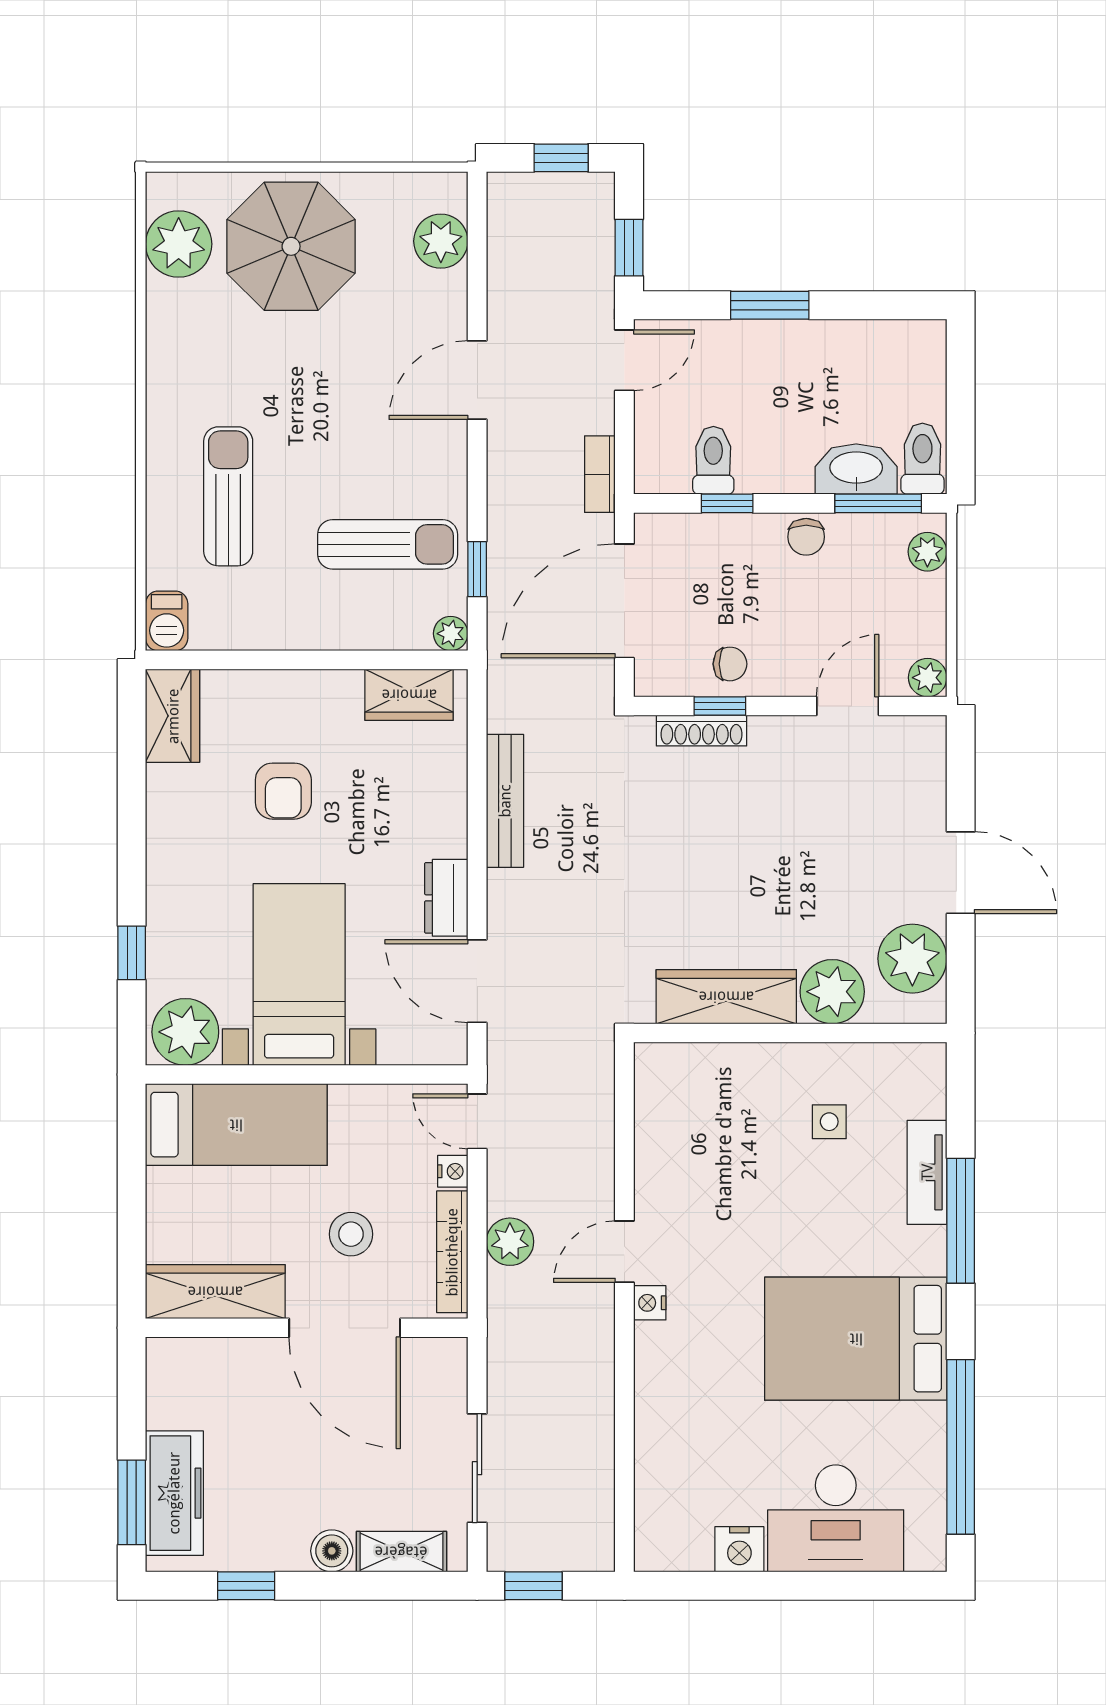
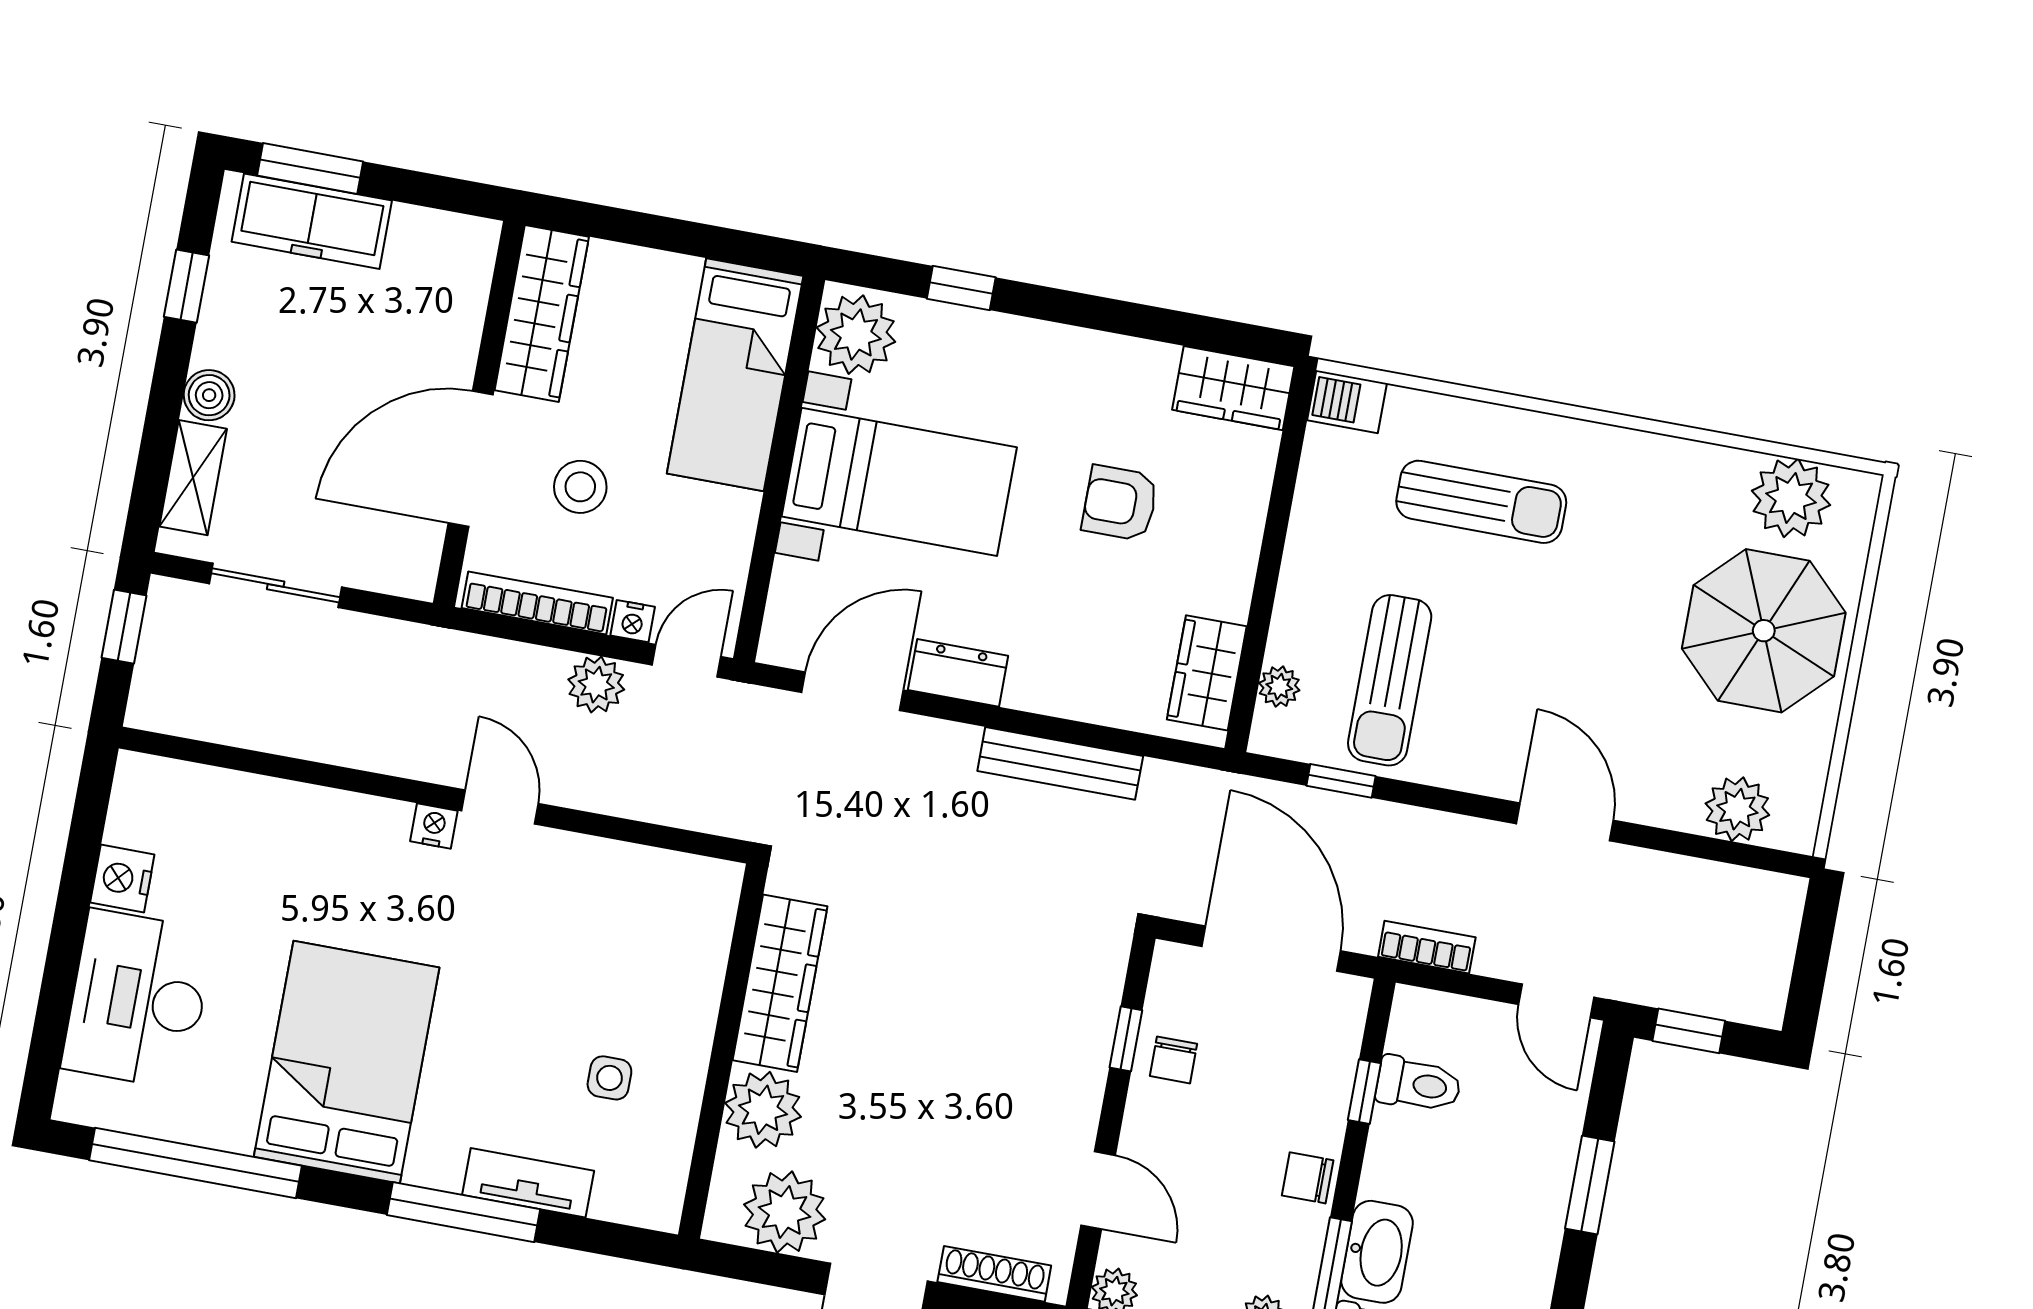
window: (561, 158) -> (1810, 970), removed
plant: (451, 634) -> (1279, 687), moved
shoe rack: (701, 731) -> (994, 1274), moved, turned 90
plant: (510, 1242) -> (596, 685), moved

